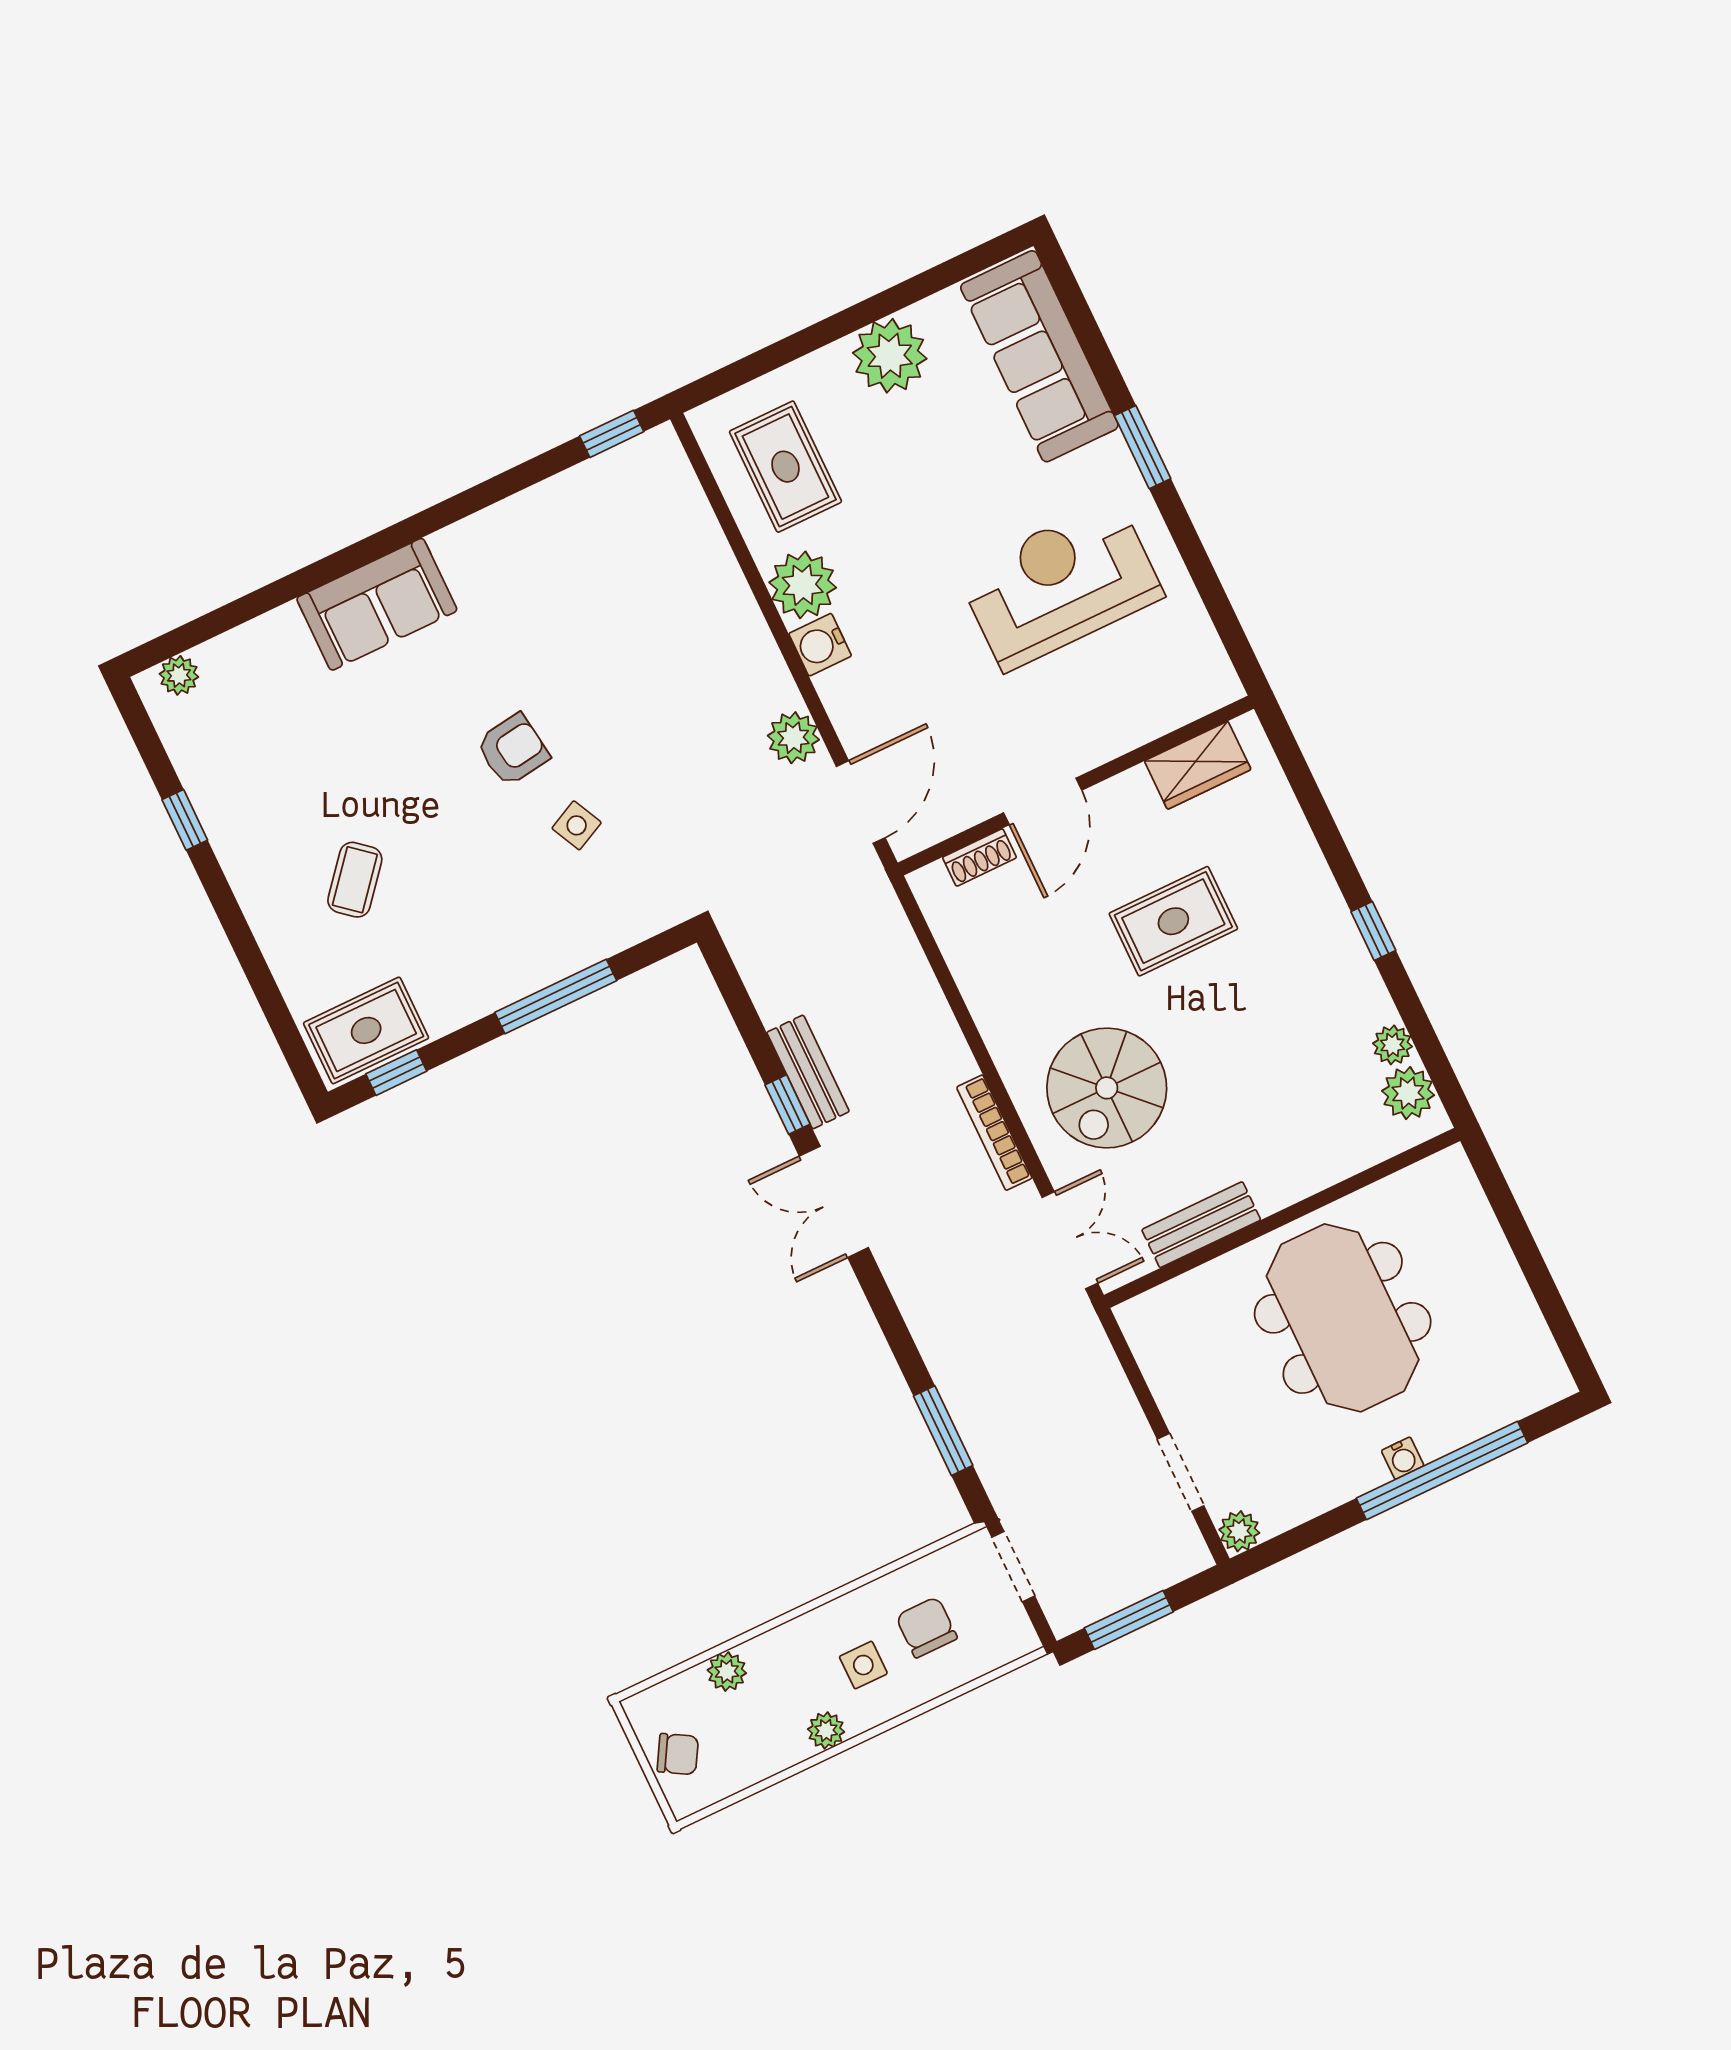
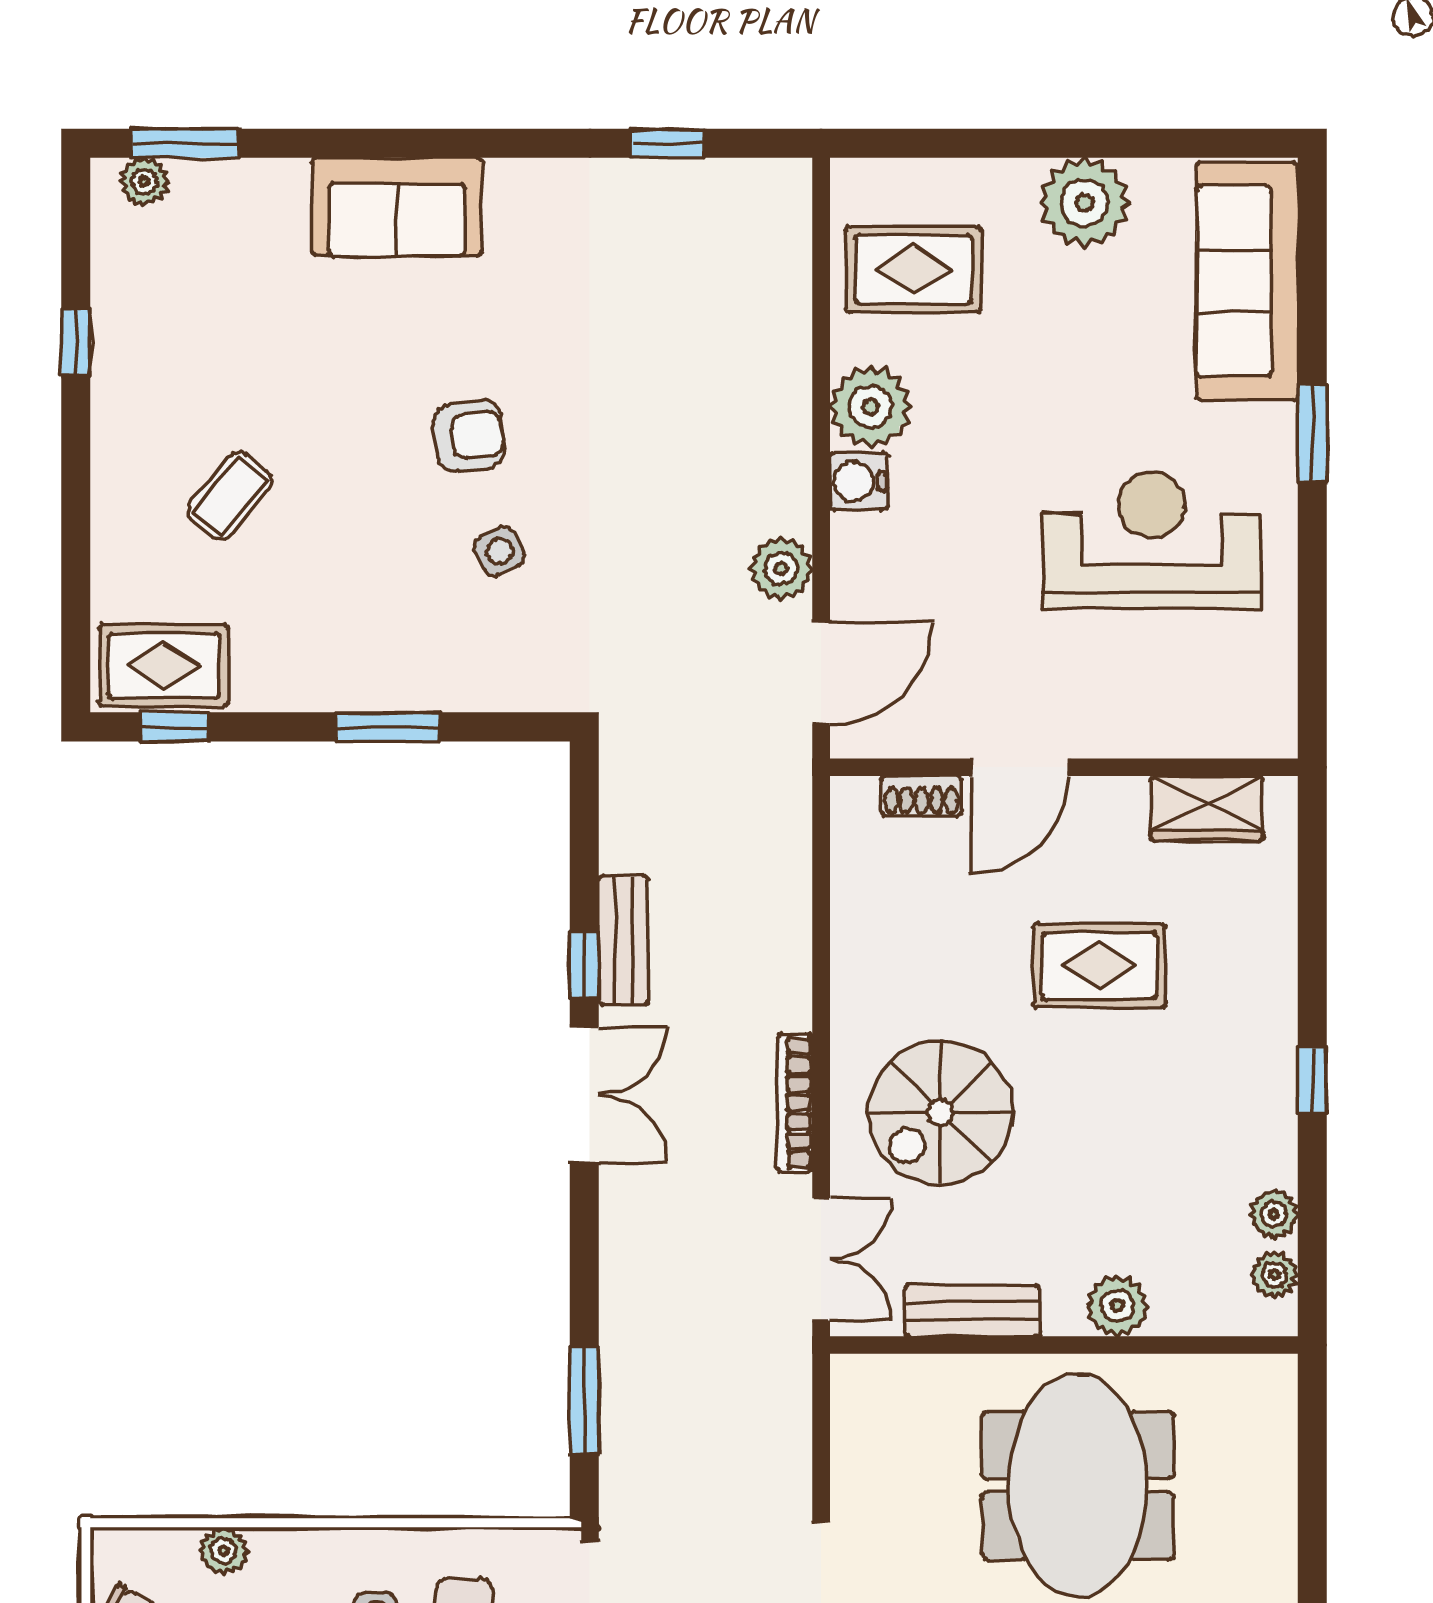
window: (612, 434) -> (668, 143), moved
rug: (785, 467) -> (913, 269), turned 90
window: (196, 632) -> (185, 143), added
window: (556, 996) -> (388, 727), width x0.69
plant: (1408, 1093) -> (1275, 1275), width x0.73, depth x0.73
plant: (1308, 1169) -> (1117, 1306), added
double door: (834, 1202) -> (584, 1095), swing flipped

